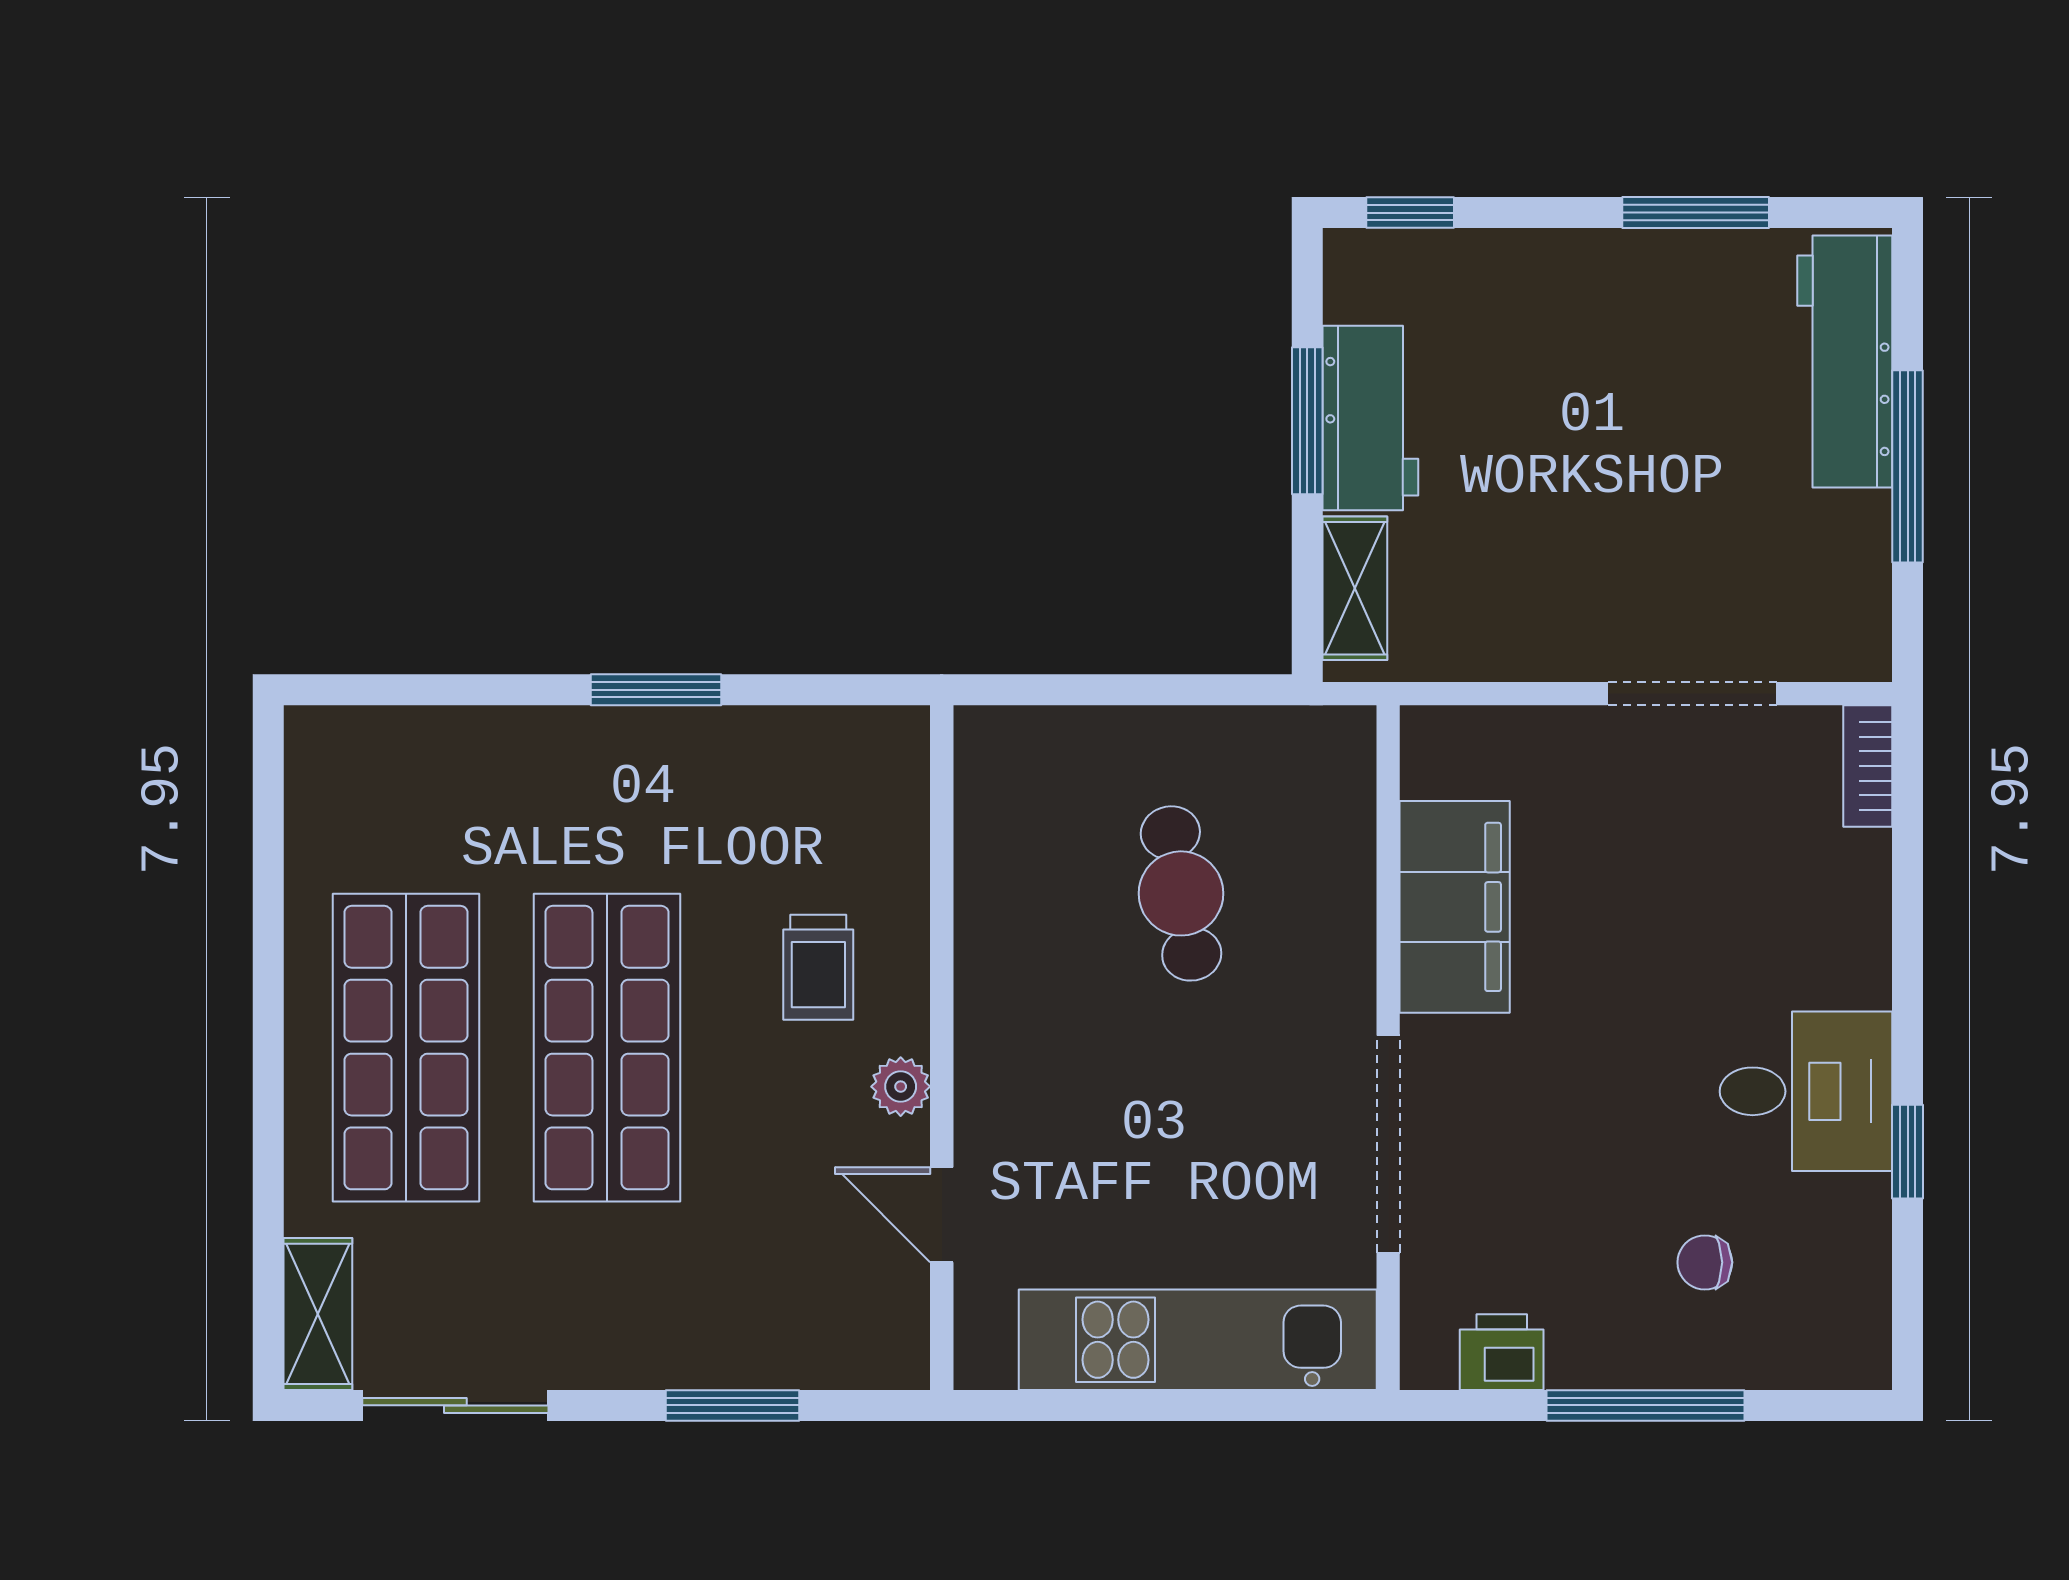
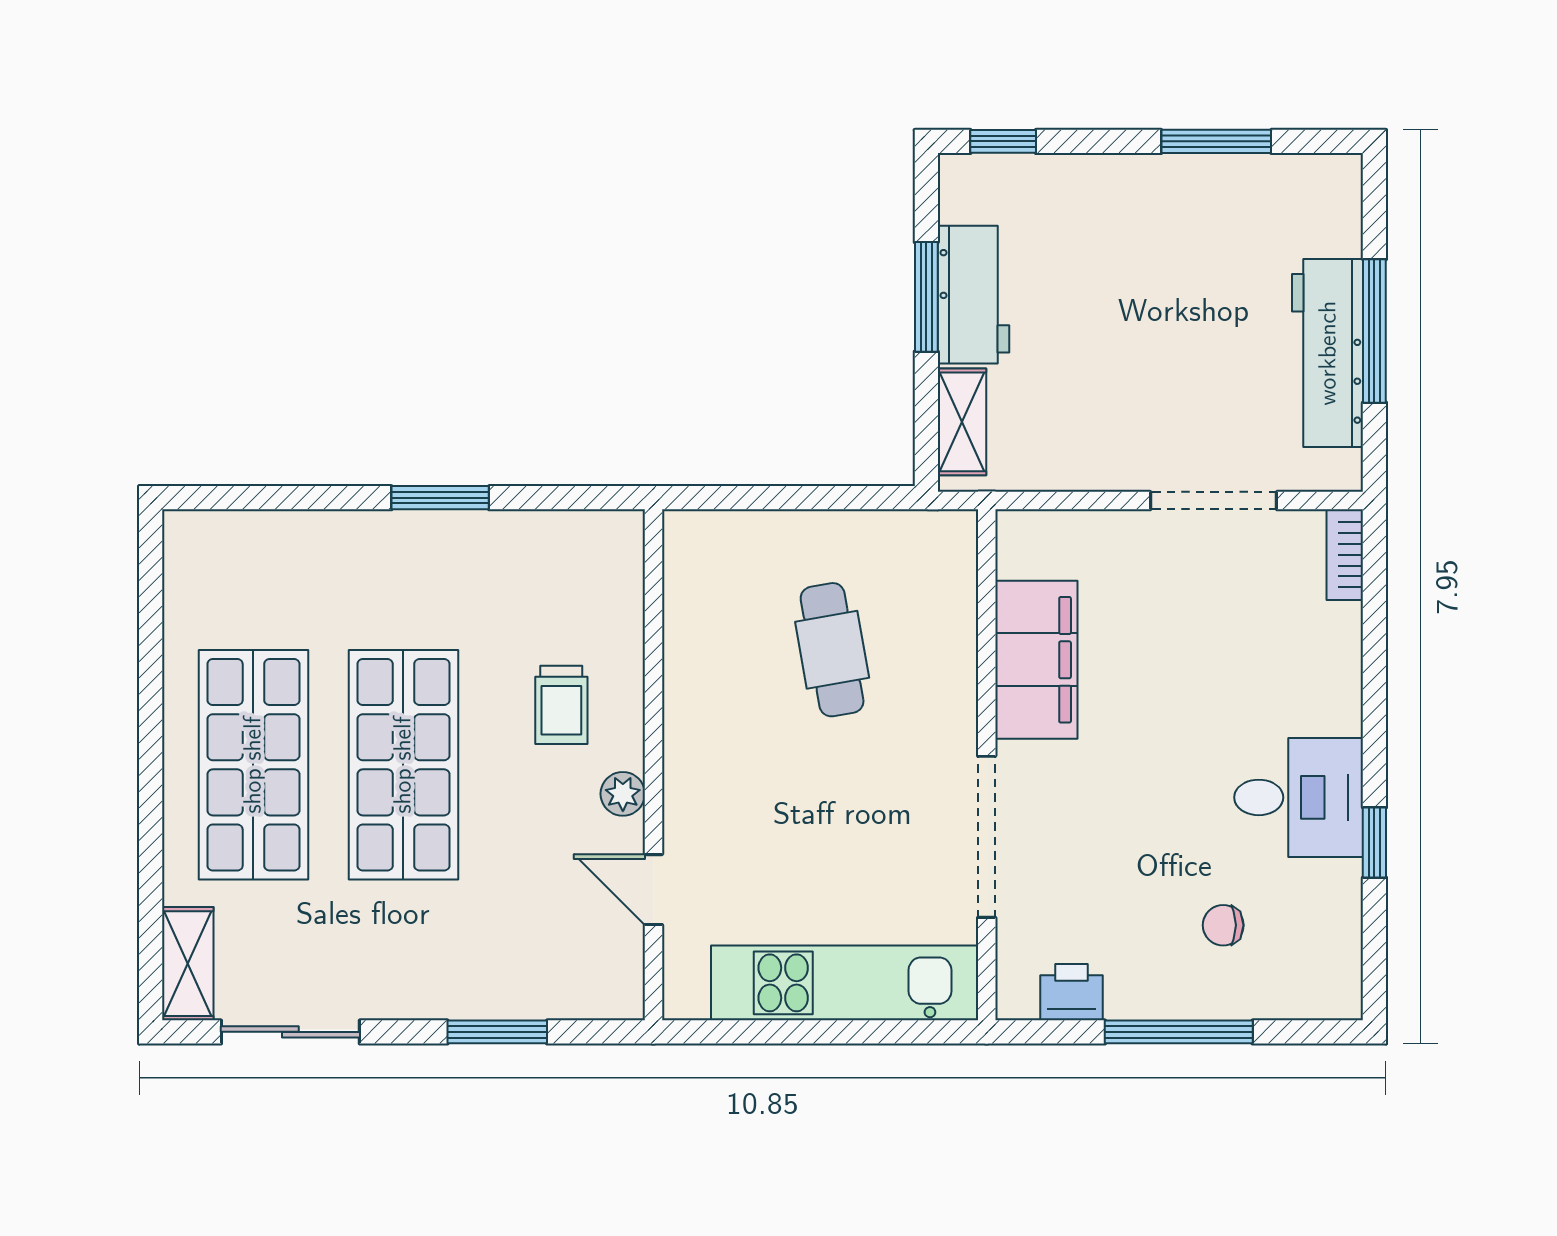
workbench: (1845, 361) -> (1328, 353), moved

